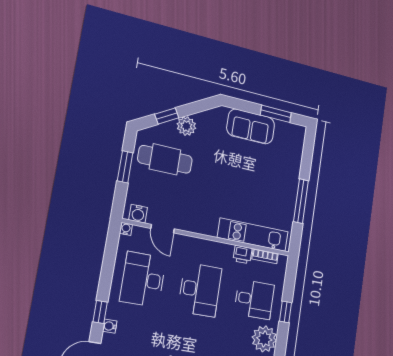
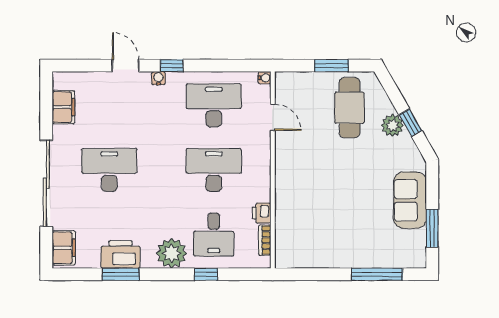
window: (167, 116) -> (411, 123), moved
window: (301, 201) -> (377, 274), moved
water cooler: (138, 214) -> (284, 88), removed
door: (162, 229) -> (273, 117), swing flipped
kitchen unit: (253, 235) -> (286, 222), removed
desk: (200, 290) -> (214, 170), turned 180

